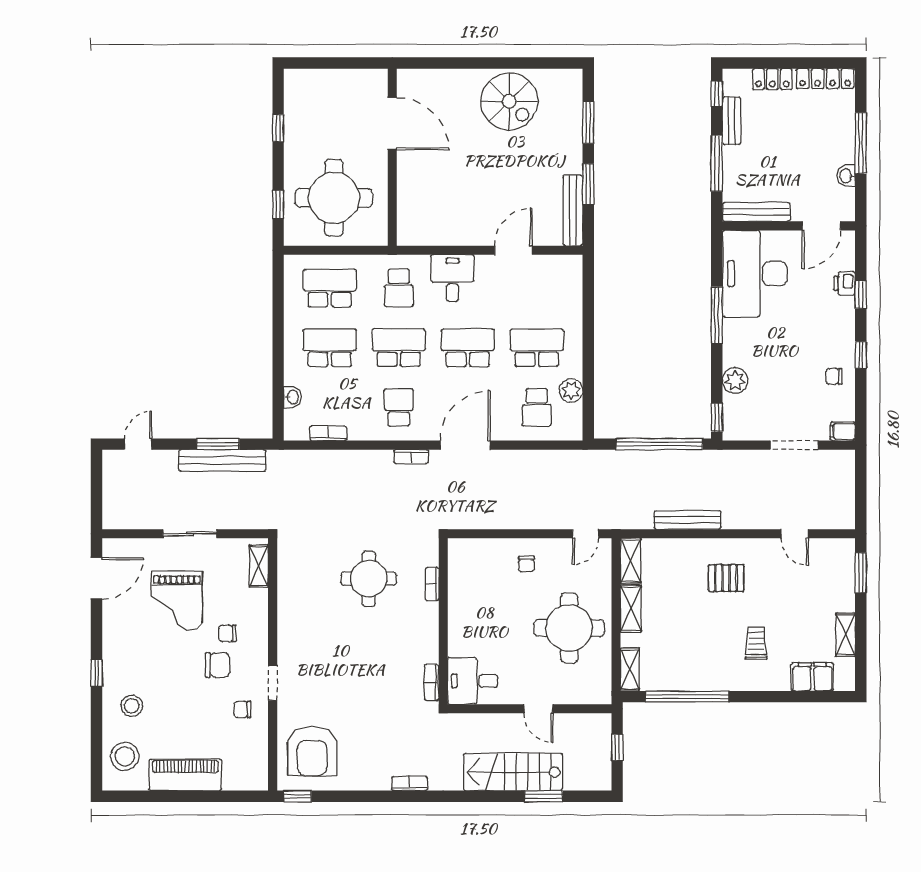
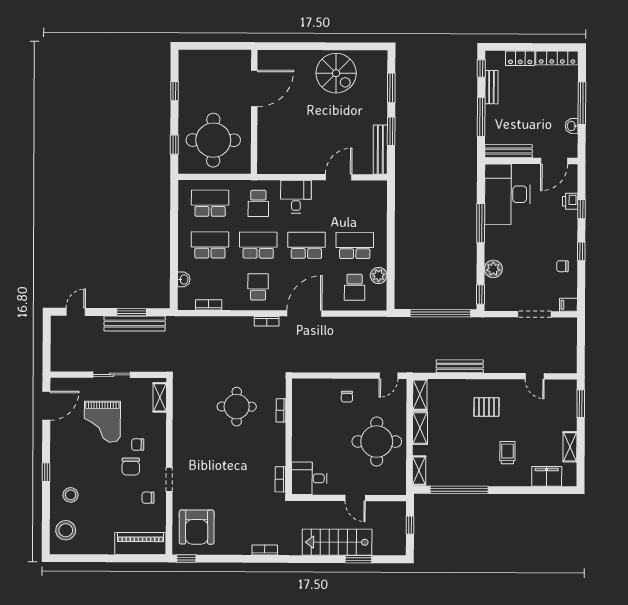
door: (392, 124) -> (254, 88), hinge flipped
chair: (218, 665) -> (131, 466), turned 90
piano: (185, 775) -> (140, 543), moved

